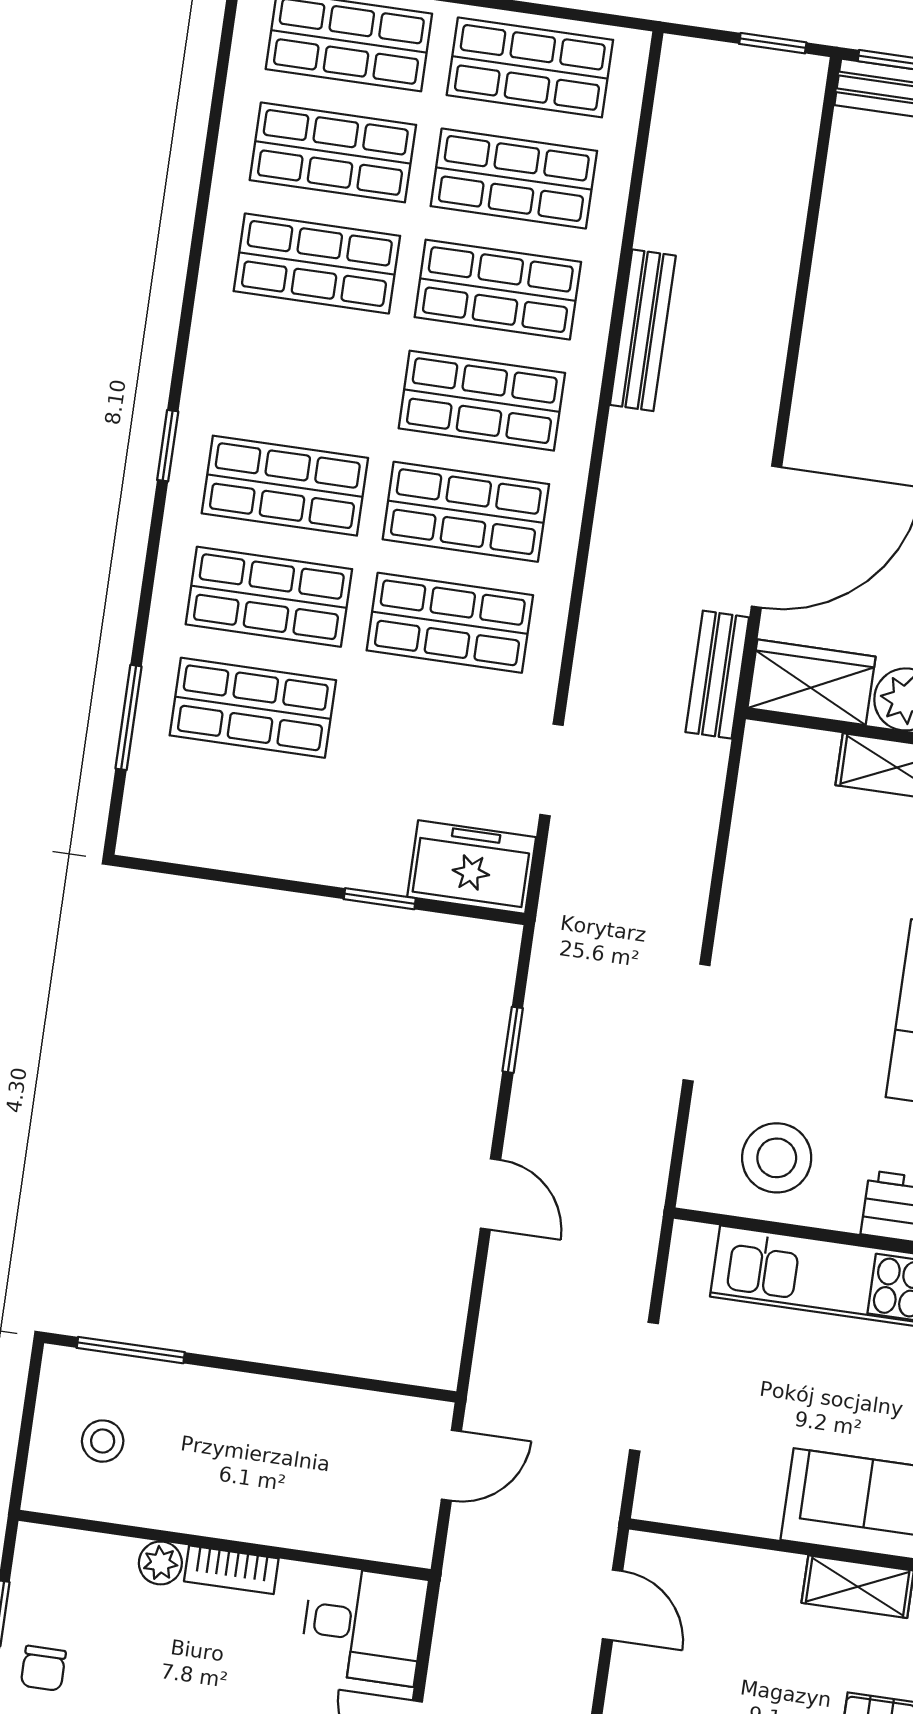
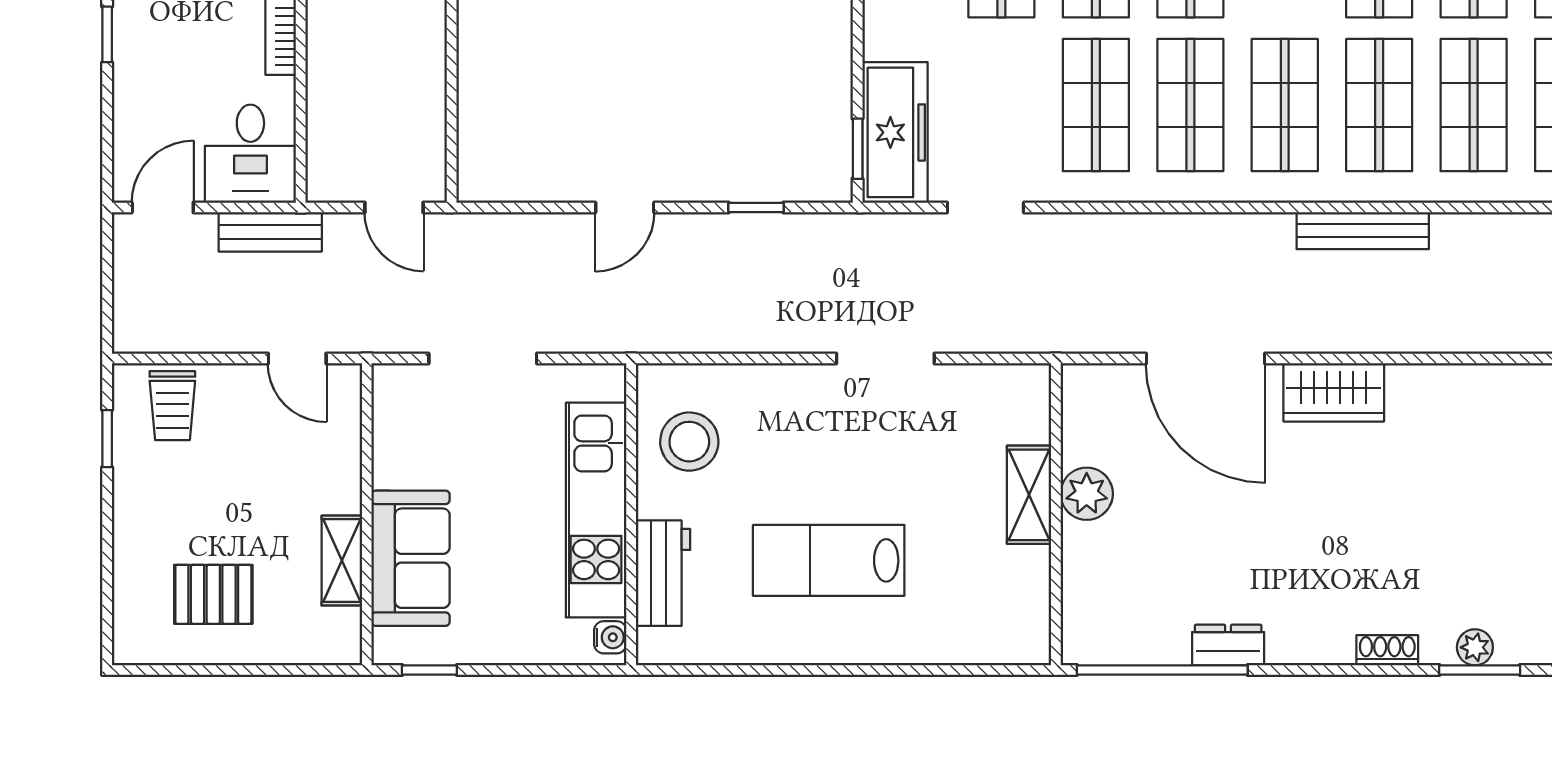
bench: (717, 675) -> (270, 232), moved
wardrobe: (812, 682) -> (1334, 392), moved, turned 90
freezer: (472, 867) -> (895, 132), width x1.40
window: (380, 899) -> (858, 149), moved
doorway: (696, 1023) -> (885, 359), moved
door: (613, 1605) -> (297, 359), hinge flipped

